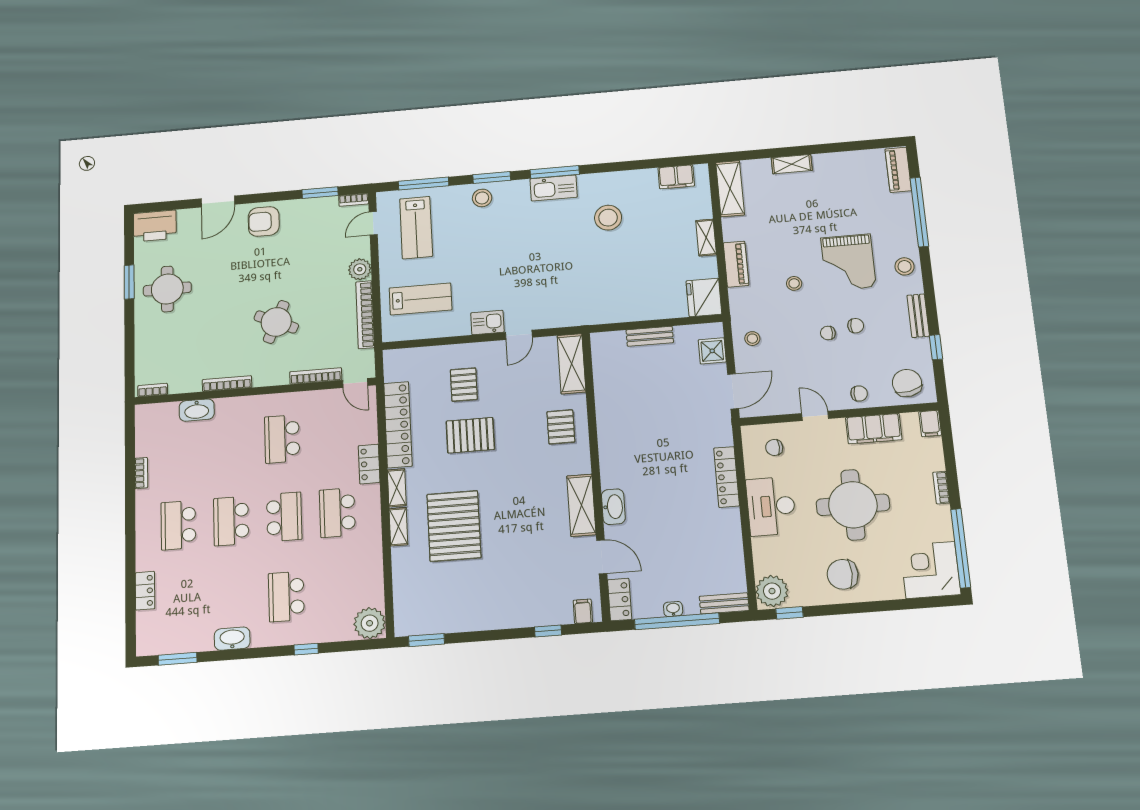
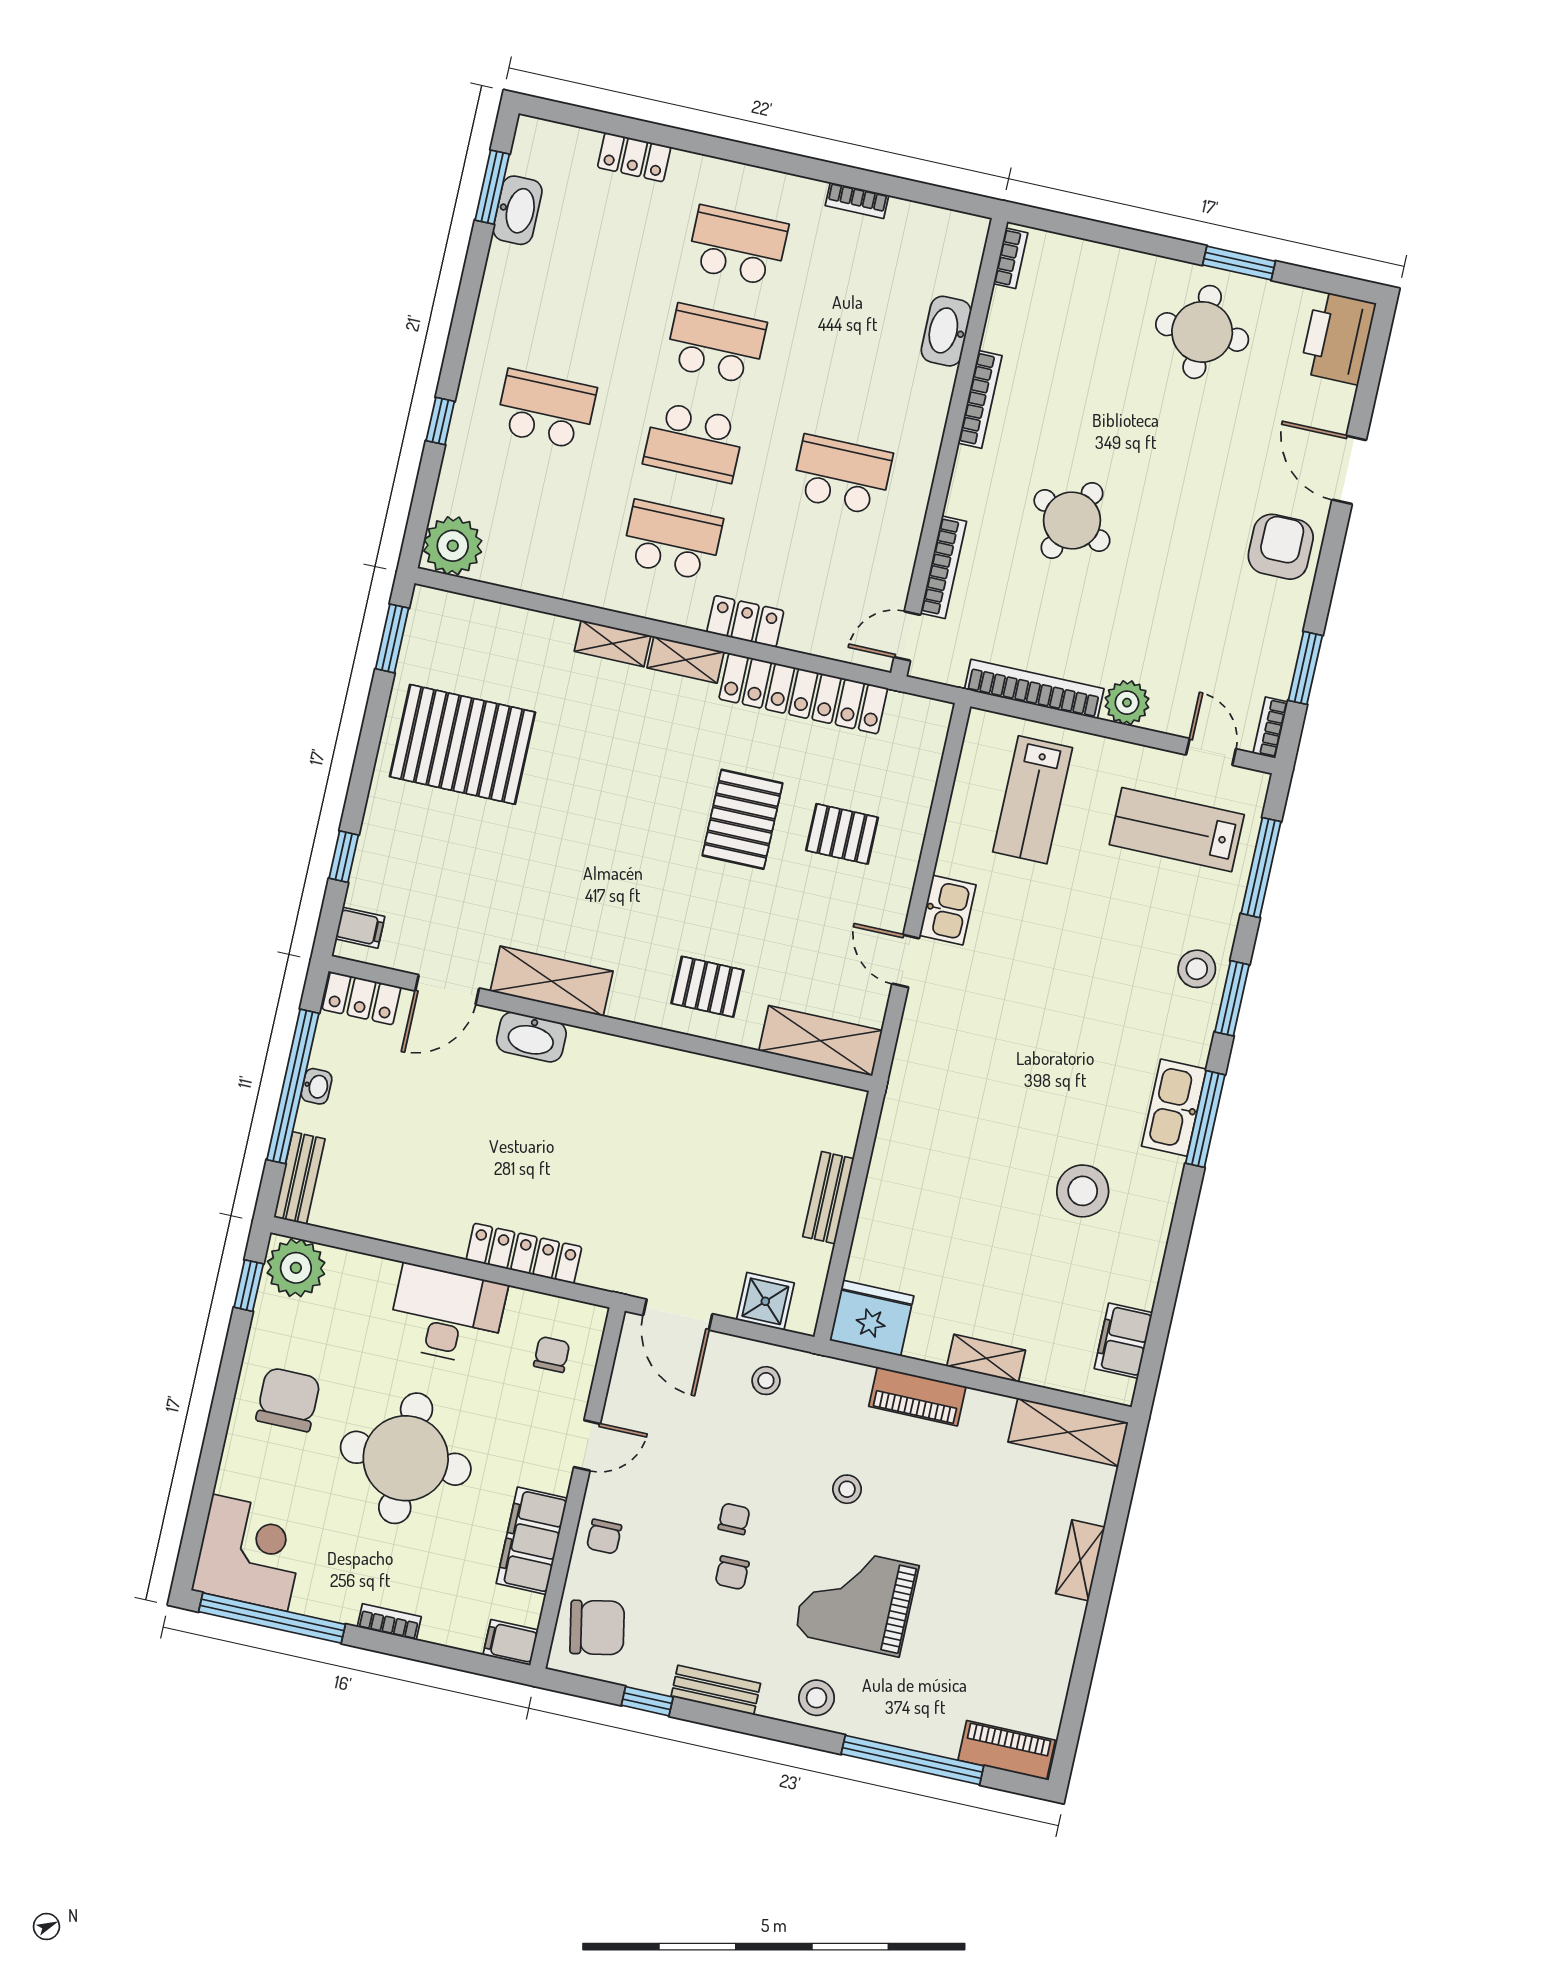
pallet: (454, 526) -> (463, 744), moved
washbasin: (232, 639) -> (517, 210), moved

